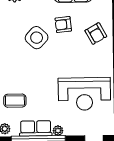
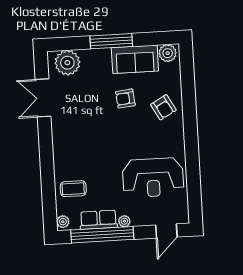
side table: (37, 38) -> (95, 115), removed

